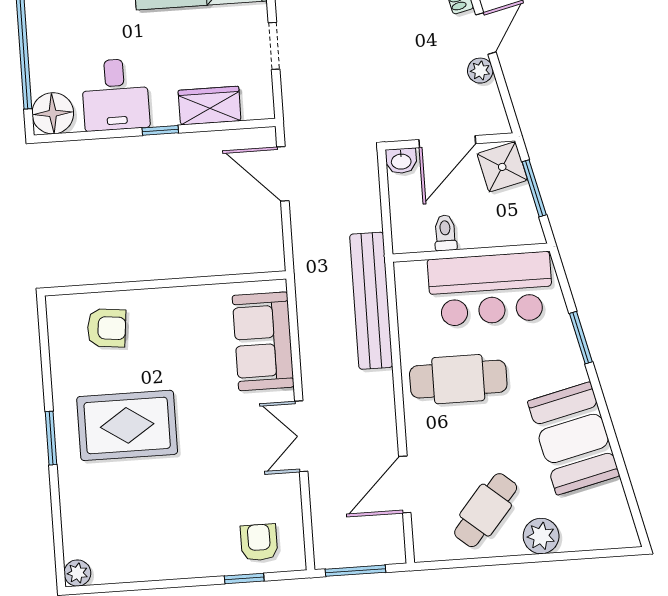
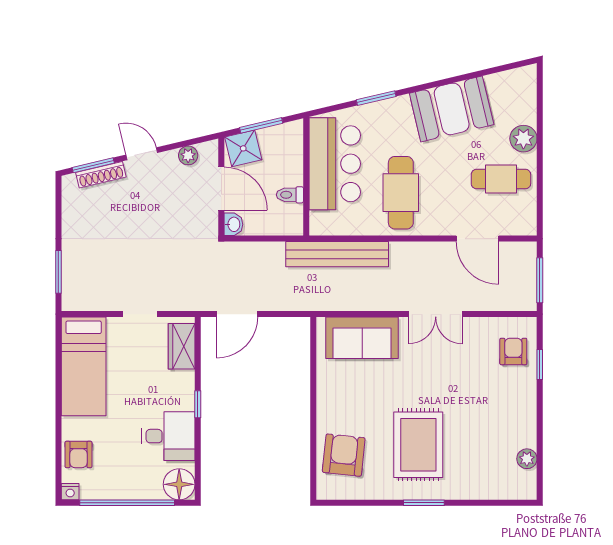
plant: (480, 71) -> (188, 155), moved
wardrobe: (210, 106) -> (182, 346), moved
armchair: (107, 328) -> (344, 455), width x1.38, depth x1.38
cafe table: (486, 510) -> (501, 179), turned -40
armchair: (259, 542) -> (513, 351), turned 90
plant: (77, 573) -> (527, 459), moved

